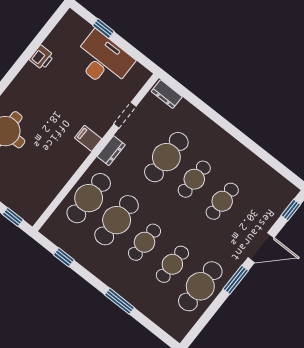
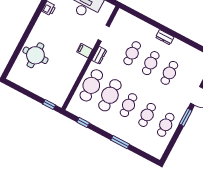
dresser: (167, 94) -> (165, 37), moved
cafe table: (166, 157) -> (132, 53), width x0.73, depth x0.74
cafe table: (200, 286) -> (166, 125), width x0.73, depth x0.74

